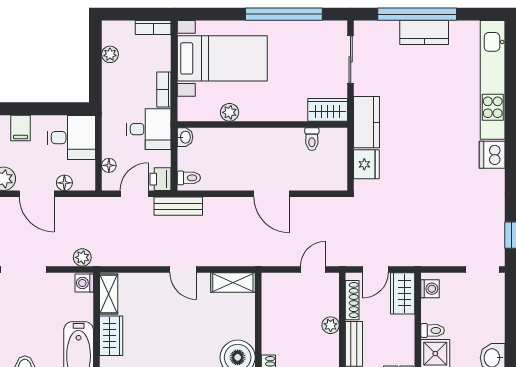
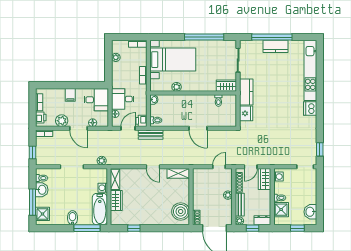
desk: (149, 129) -> (123, 99), moved, turned 180
washing machine: (84, 283) -> (103, 188), moved

